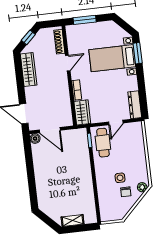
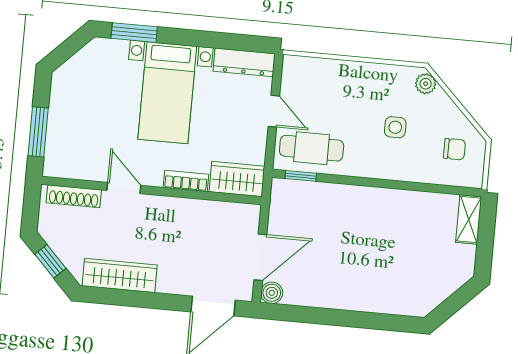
bed with nightstands: (112, 58) -> (167, 93), moved
chair: (126, 192) -> (454, 149), moved
shelving: (73, 221) -> (469, 220), moved

